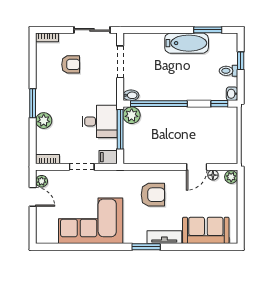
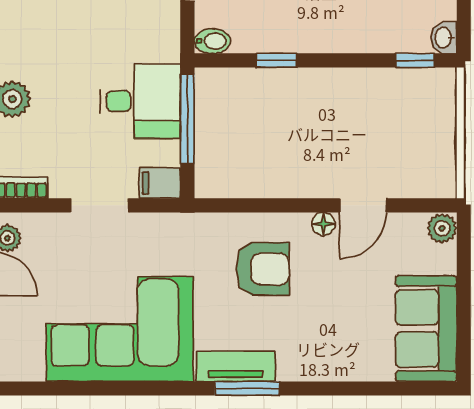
window: (159, 104) -> (277, 60), width x0.32
plant: (132, 115) -> (214, 87), removed
floor lamp: (213, 175) -> (323, 224), moved
sofa: (206, 230) -> (426, 329), moved, turned -90
tv unit: (164, 237) -> (236, 366), moved

